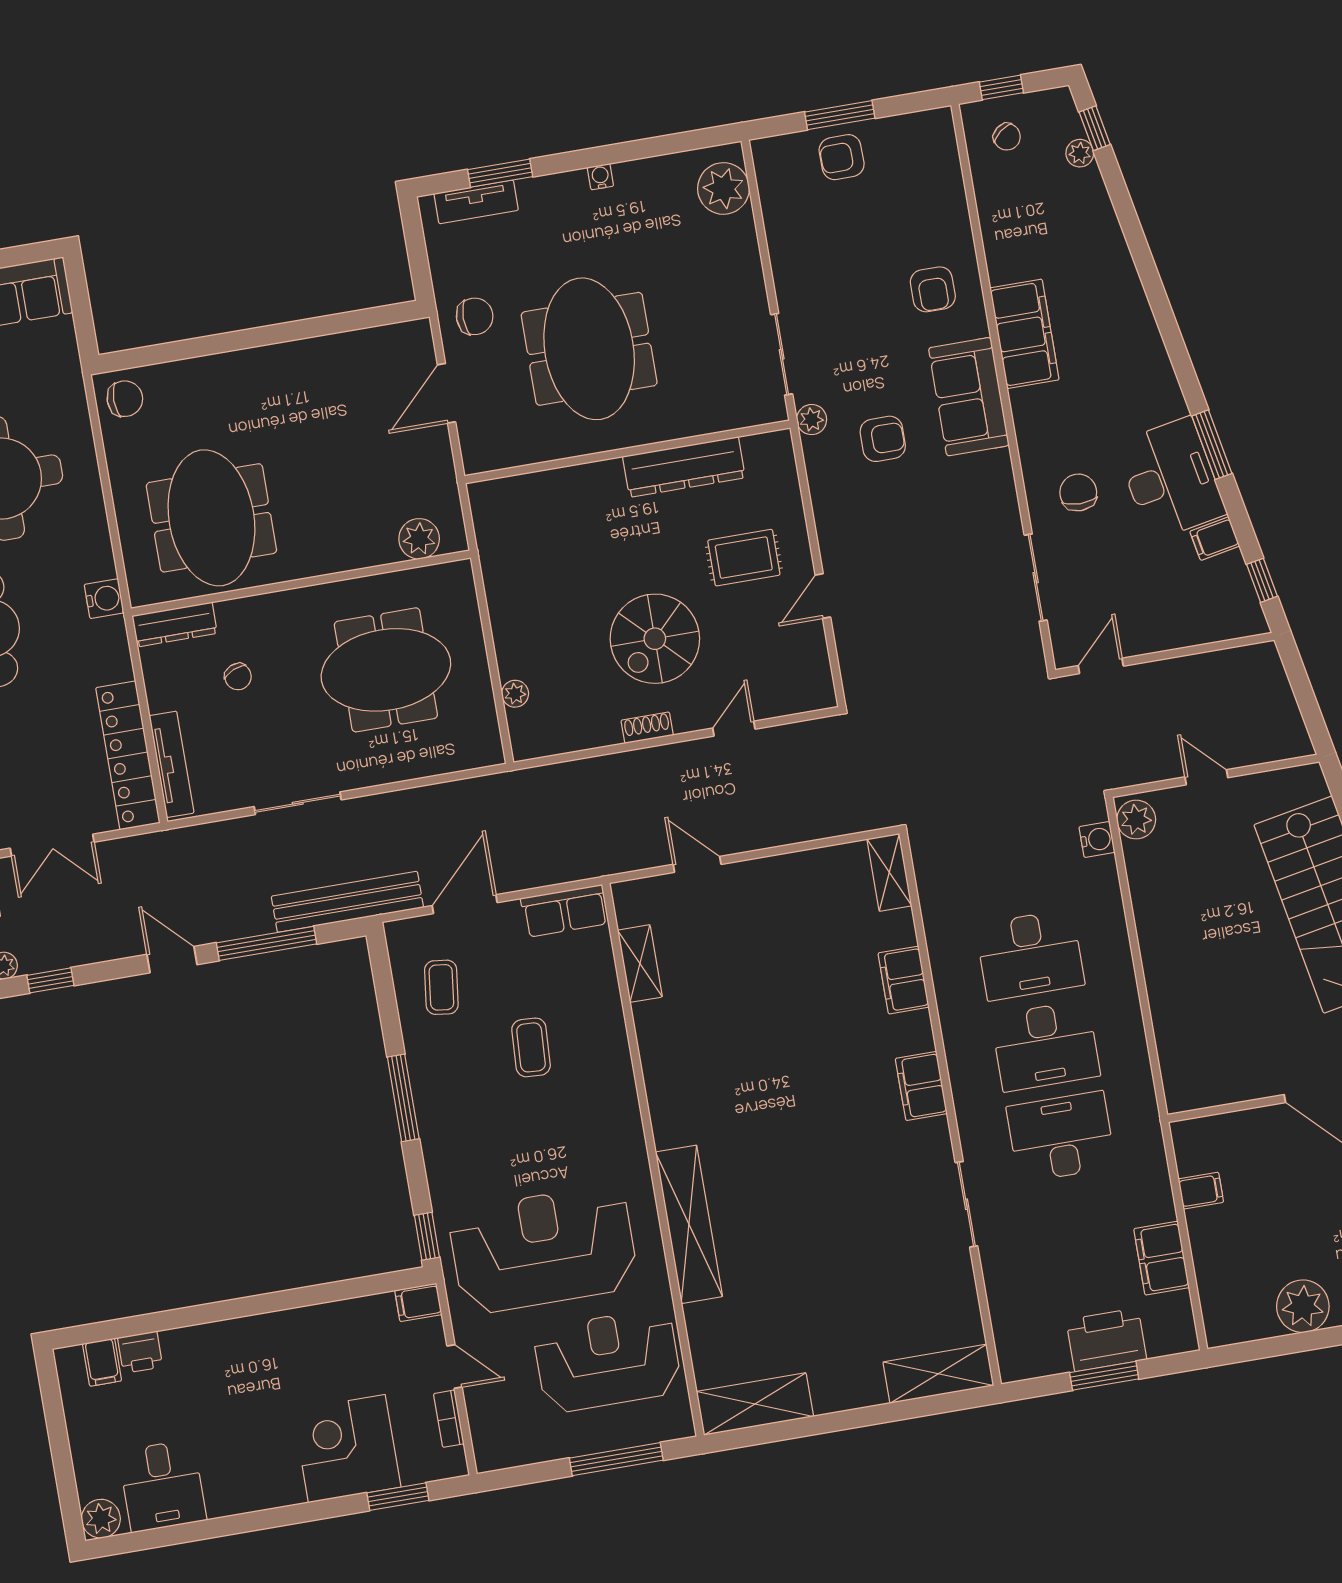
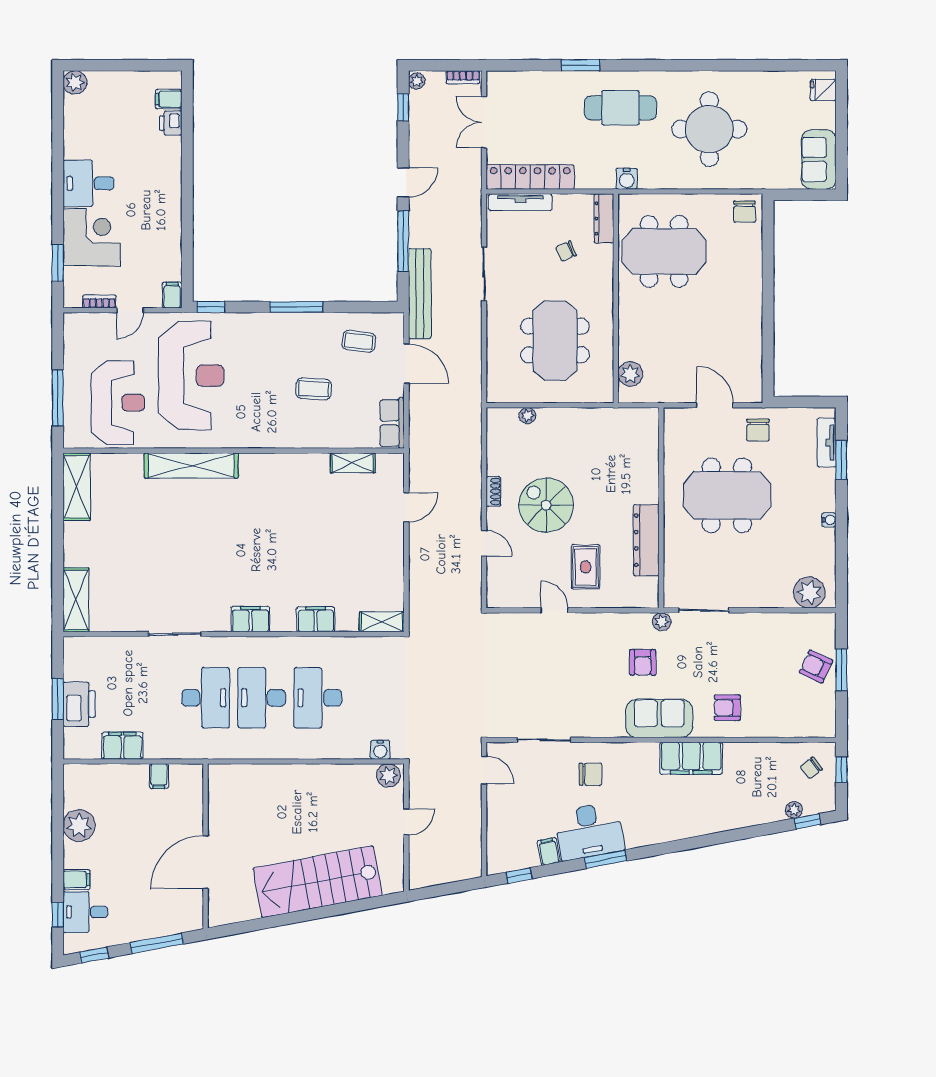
armchair: (842, 157) -> (816, 667), turned -64
desk: (162, 1486) -> (88, 183), moved

